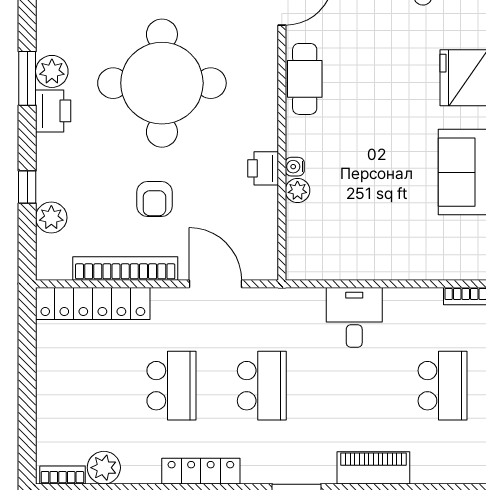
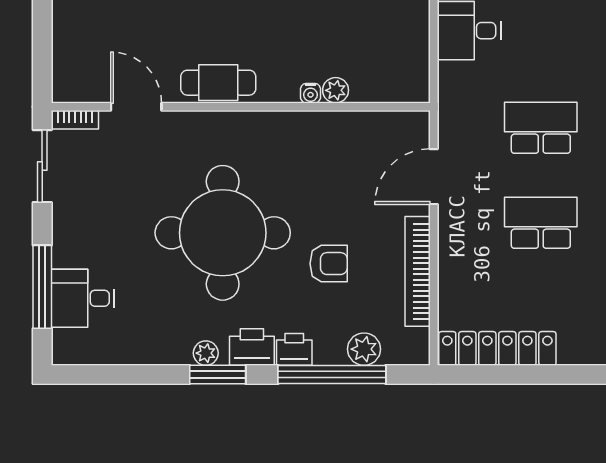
plant: (52, 71) -> (206, 353), width x0.73, depth x0.73
printer: (263, 168) -> (294, 349), moved, turned 180
window: (27, 187) -> (332, 375), width x3.17
armchair: (154, 199) -> (329, 264), moved
locker: (93, 303) -> (497, 348), moved, turned -90

